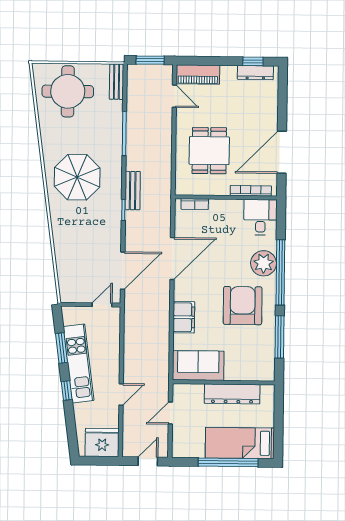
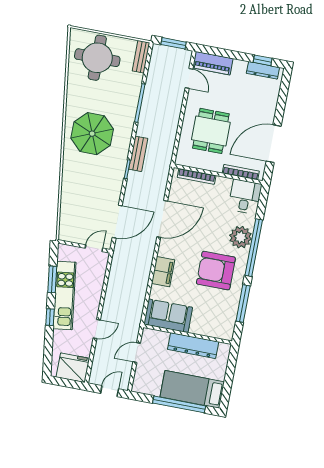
bookcase: (195, 204) -> (197, 176), width x1.56
armchair: (243, 306) -> (216, 271), turned -90

